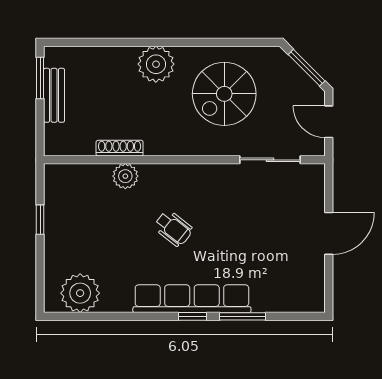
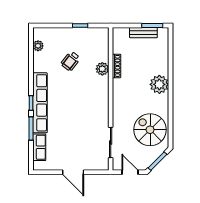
spiral stairs: (224, 94) -> (150, 130), moved
door: (329, 122) -> (130, 172), hinge flipped
wheelchair: (173, 228) -> (71, 61), moved
plant: (80, 293) -> (38, 46), width x0.53, depth x0.53
row of seats: (279, 300) -> (39, 147), added

